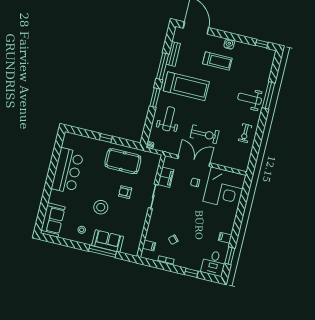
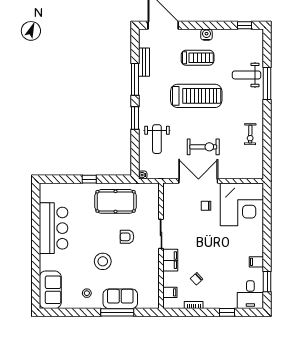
treadmill: (186, 86) -> (196, 96), moved
weight bench: (250, 99) -> (247, 75), moved
weight bench: (169, 119) -> (157, 139), turned 180
filing cabinet: (166, 177) -> (170, 260), moved

